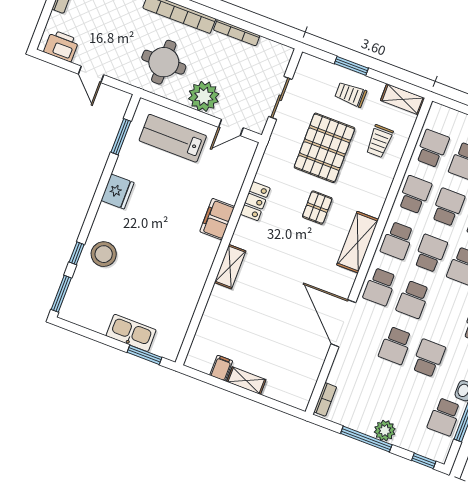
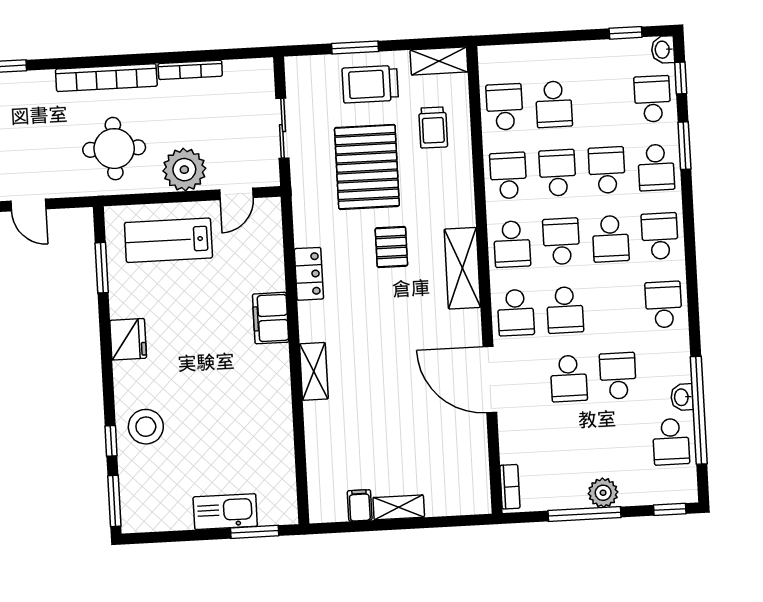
trolley: (351, 94) -> (370, 84), width x1.36, depth x1.39

